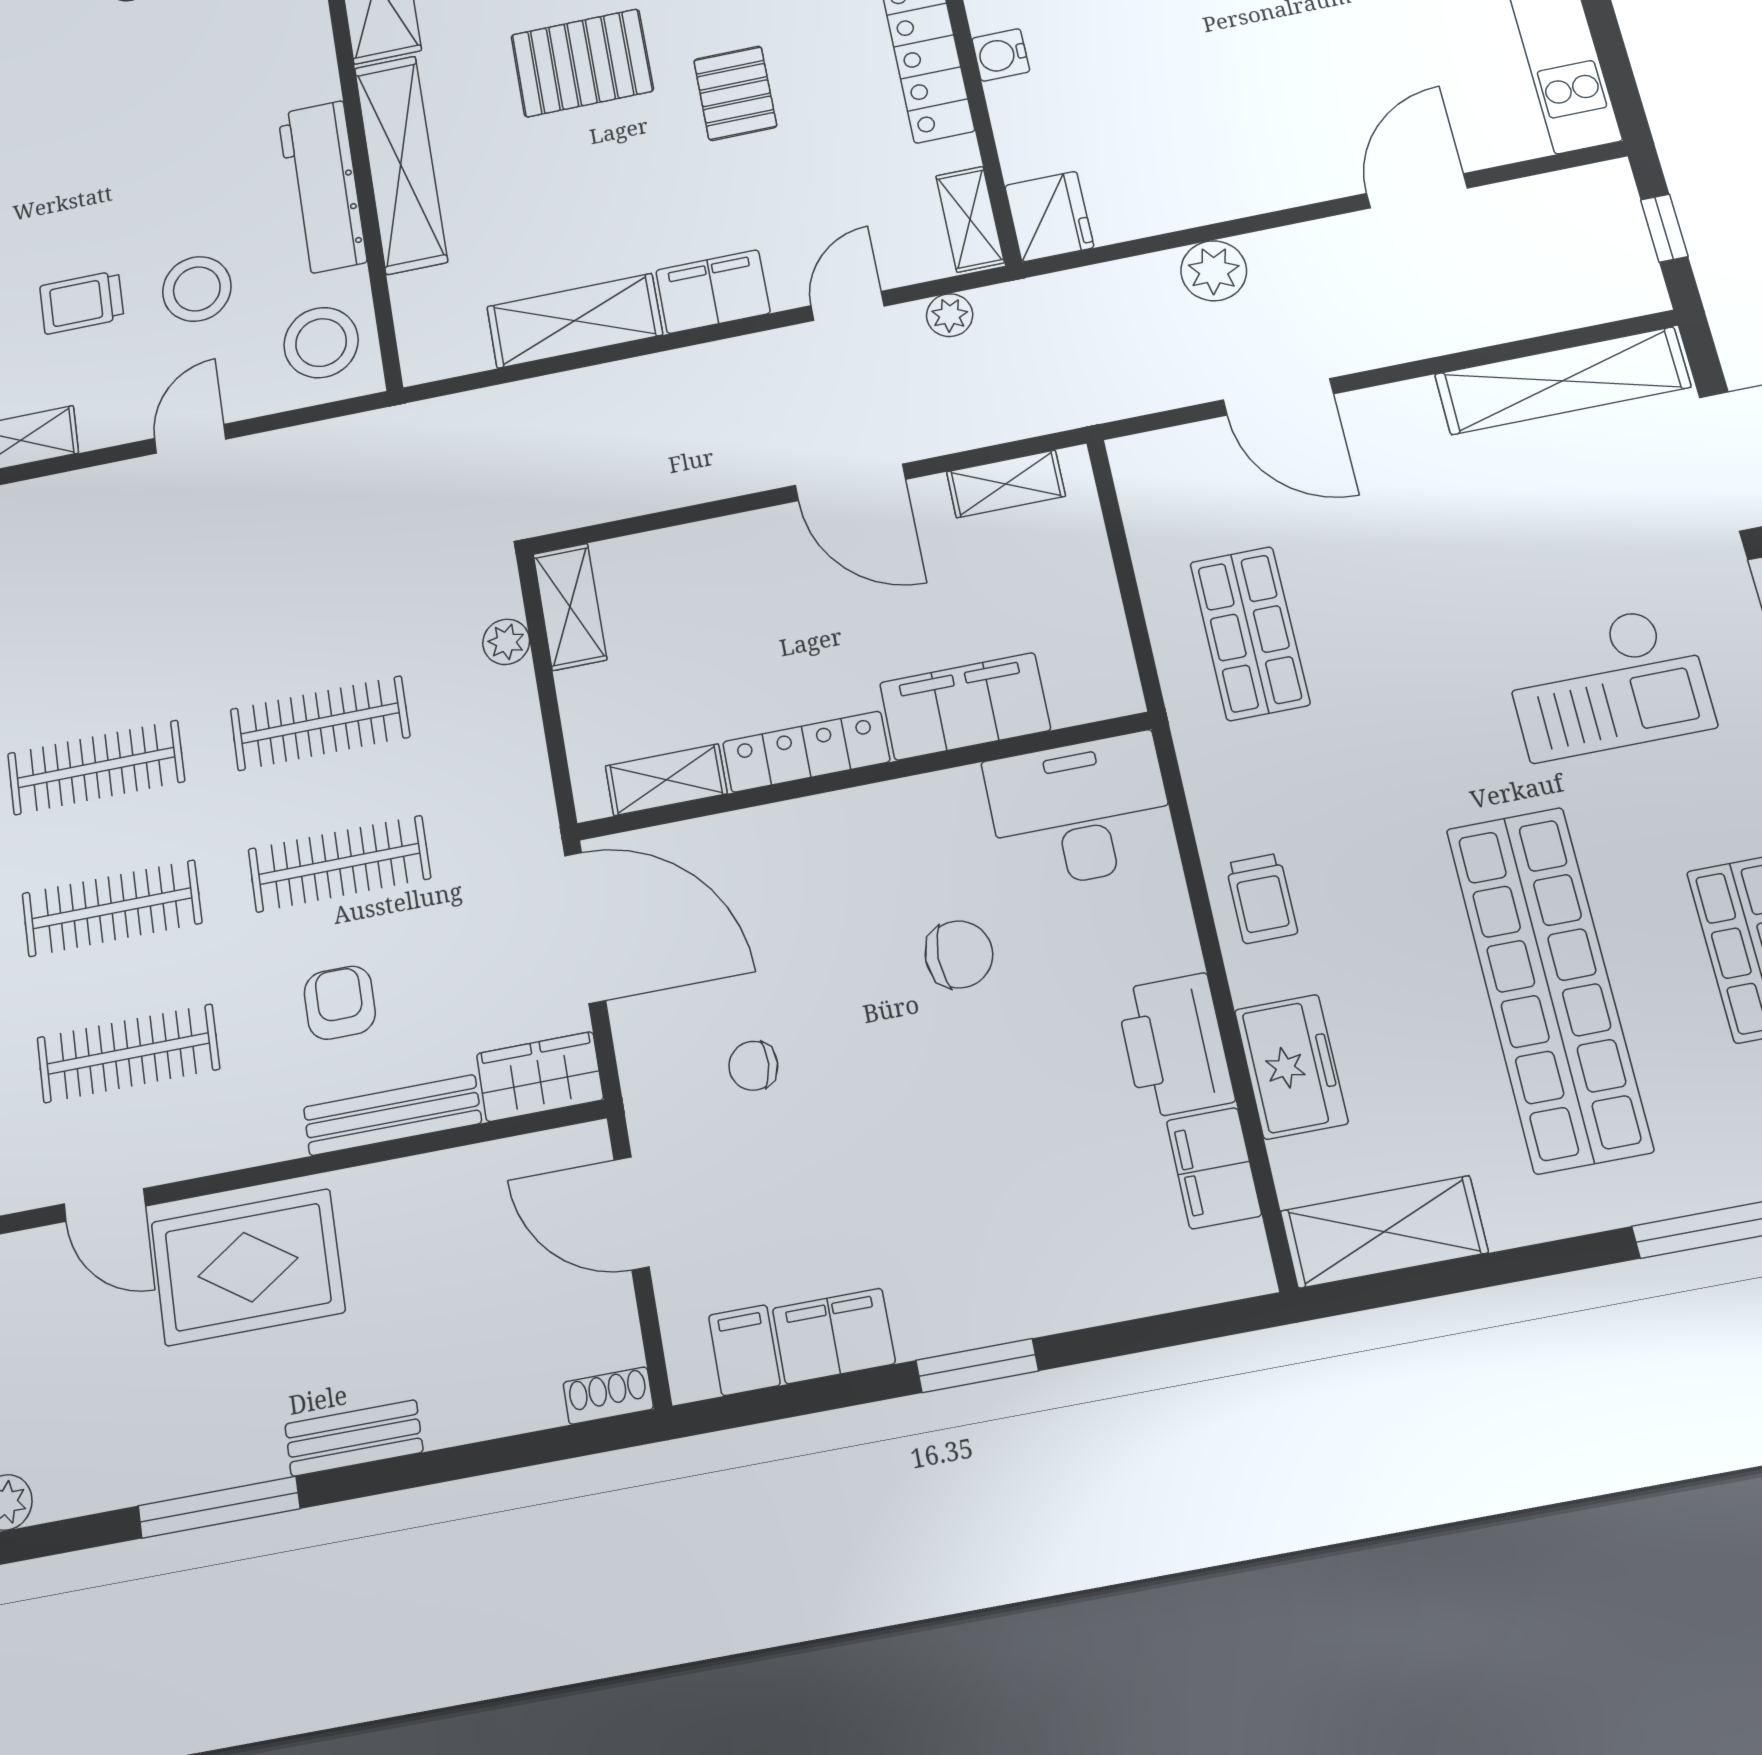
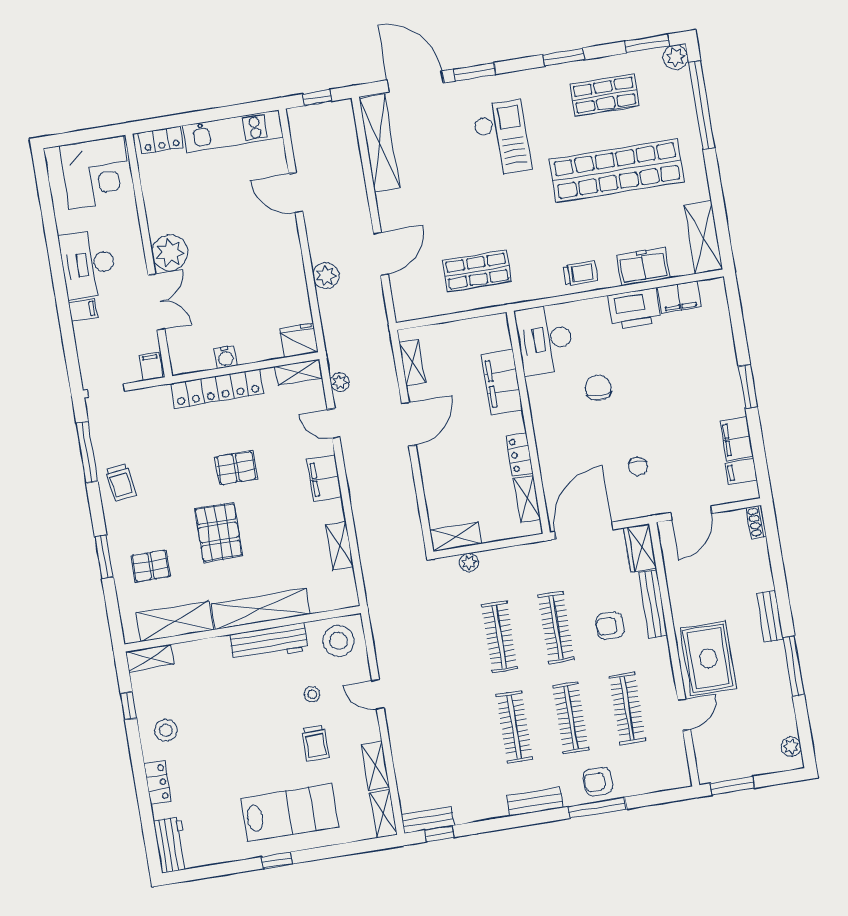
stool: (197, 289) -> (312, 694), width x0.53, depth x0.53
shelving: (575, 321) -> (340, 546), width x0.67, depth x0.75
locker: (806, 752) -> (520, 455), width x0.66

